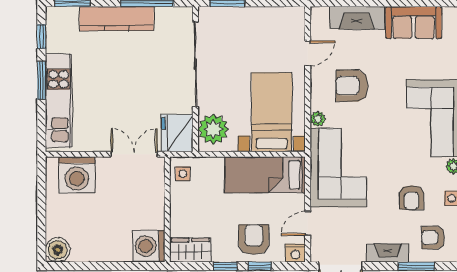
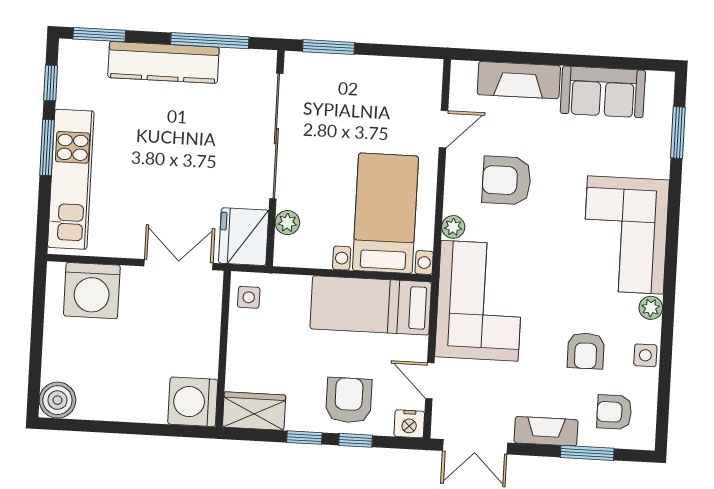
plant: (213, 129) -> (287, 223), width x0.53, depth x0.53
door: (308, 223) -> (430, 381), hinge flipped

